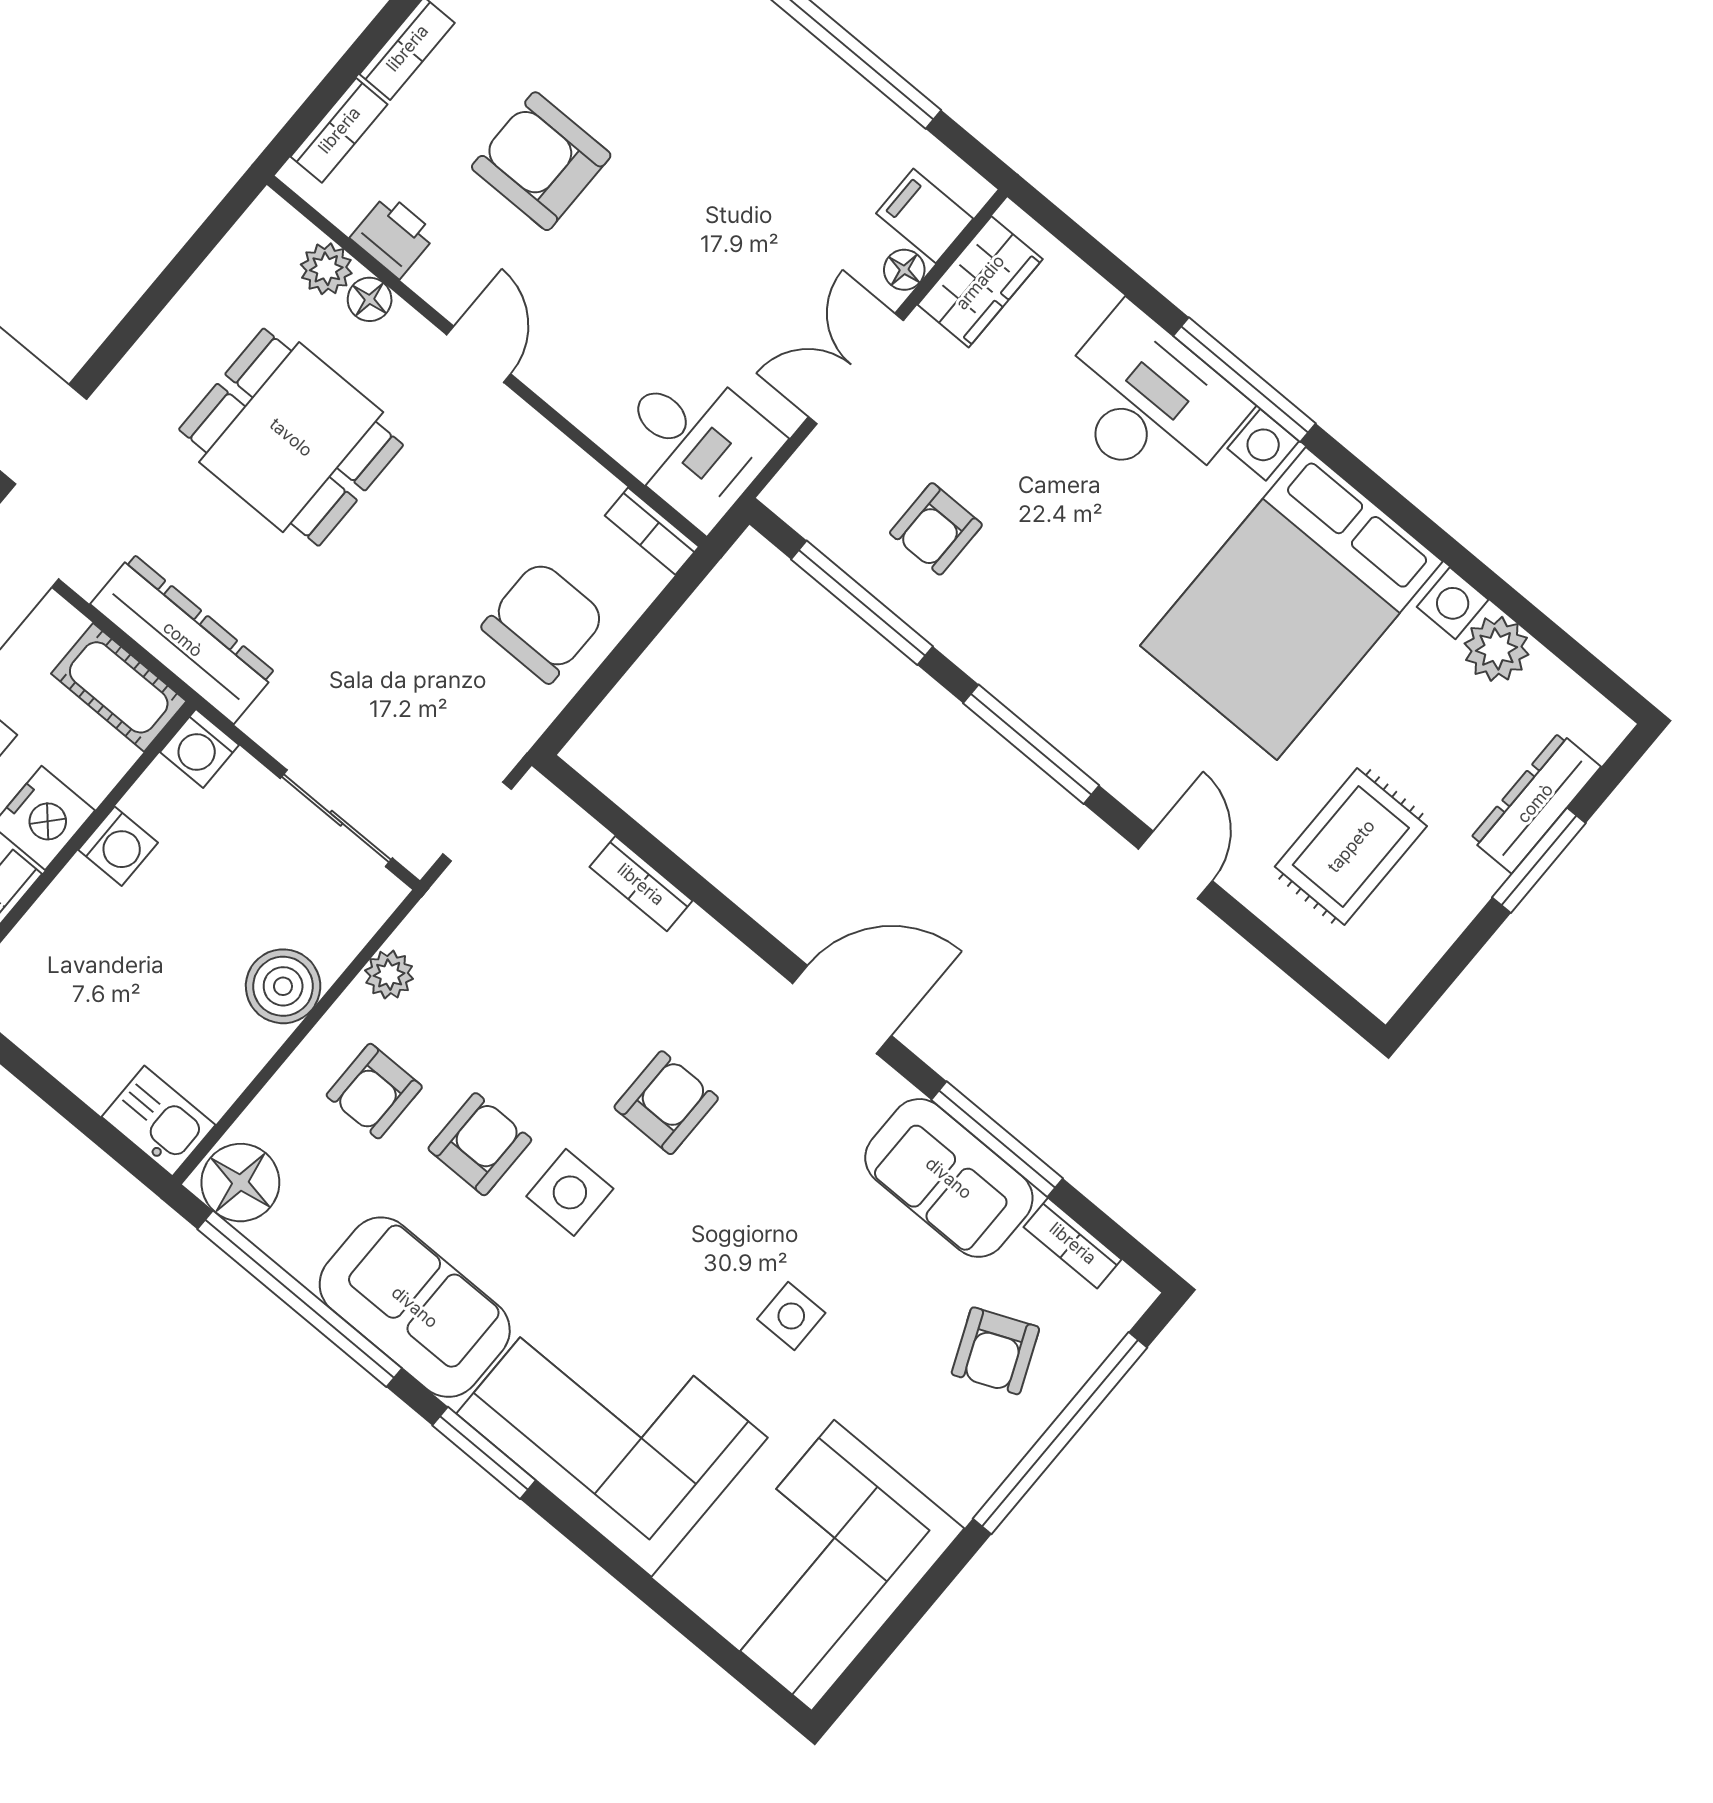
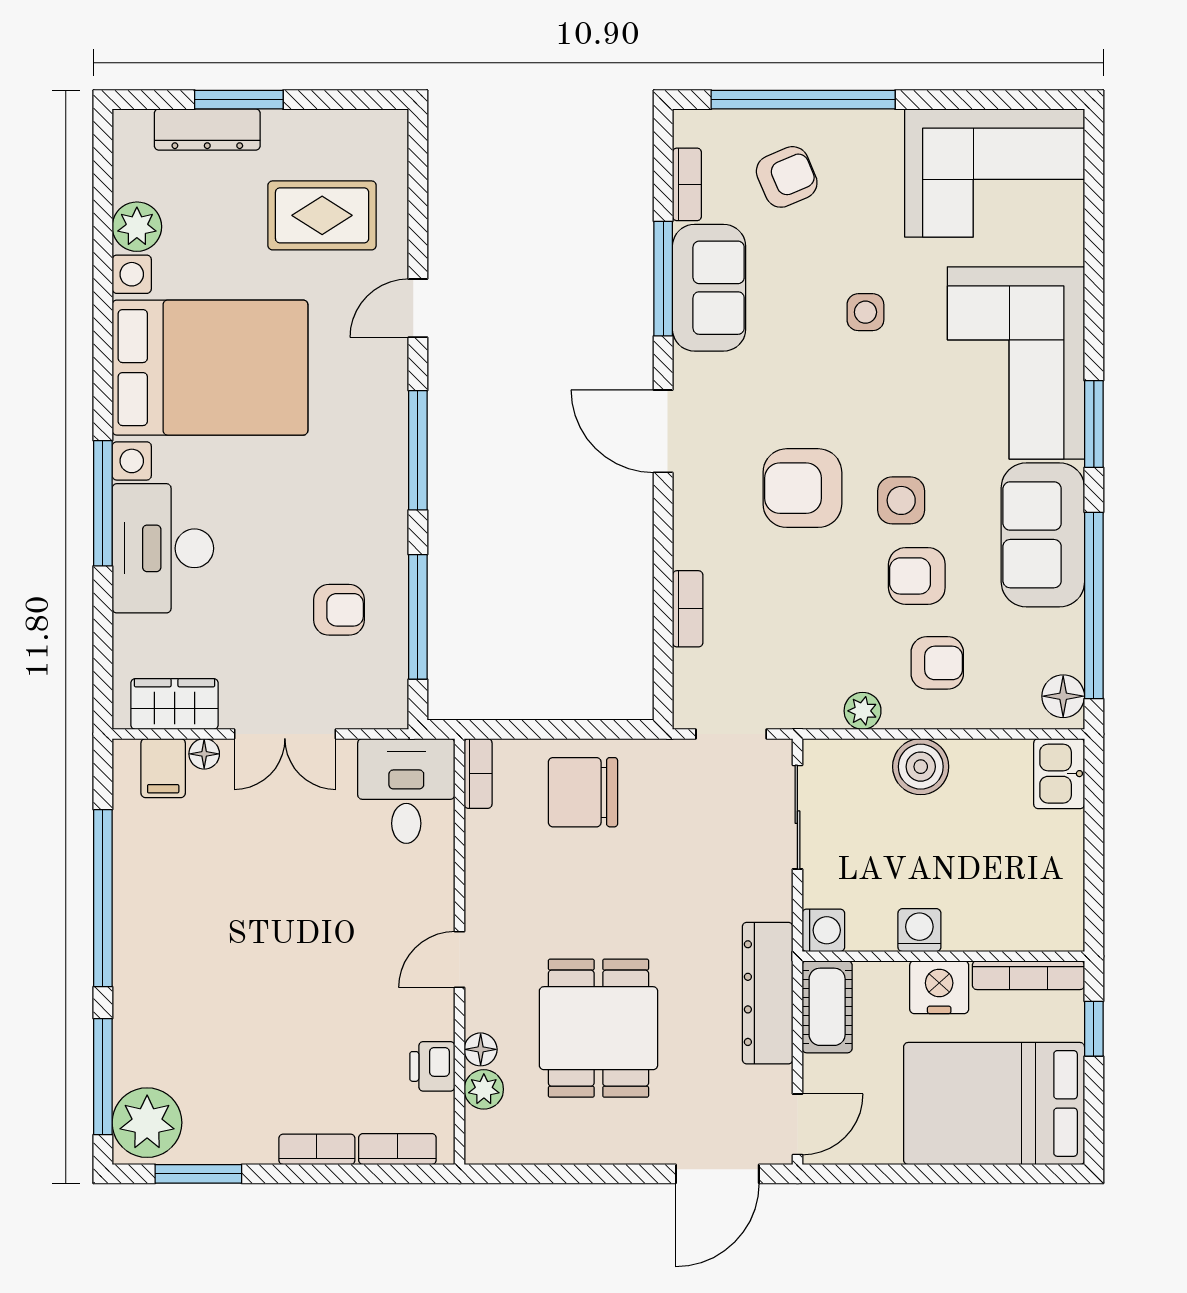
armchair: (541, 161) -> (317, 1017), removed
armchair: (666, 1103) -> (802, 488), width x1.38, depth x1.38
floor lamp: (240, 1183) -> (1063, 696), width x0.73, depth x0.73

